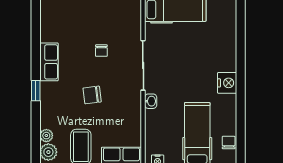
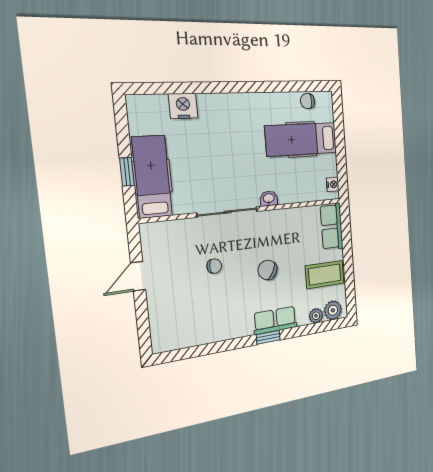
row of seats: (49, 62) -> (275, 320), moved
nightstand: (227, 83) -> (183, 106), moved
chair: (92, 95) -> (268, 270), turned 126

